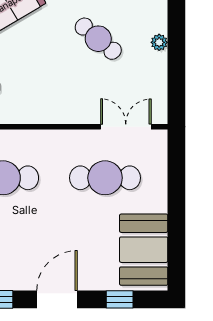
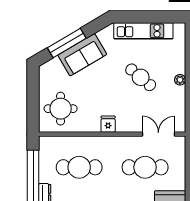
fridge: (48, 111) -> (108, 124), added

